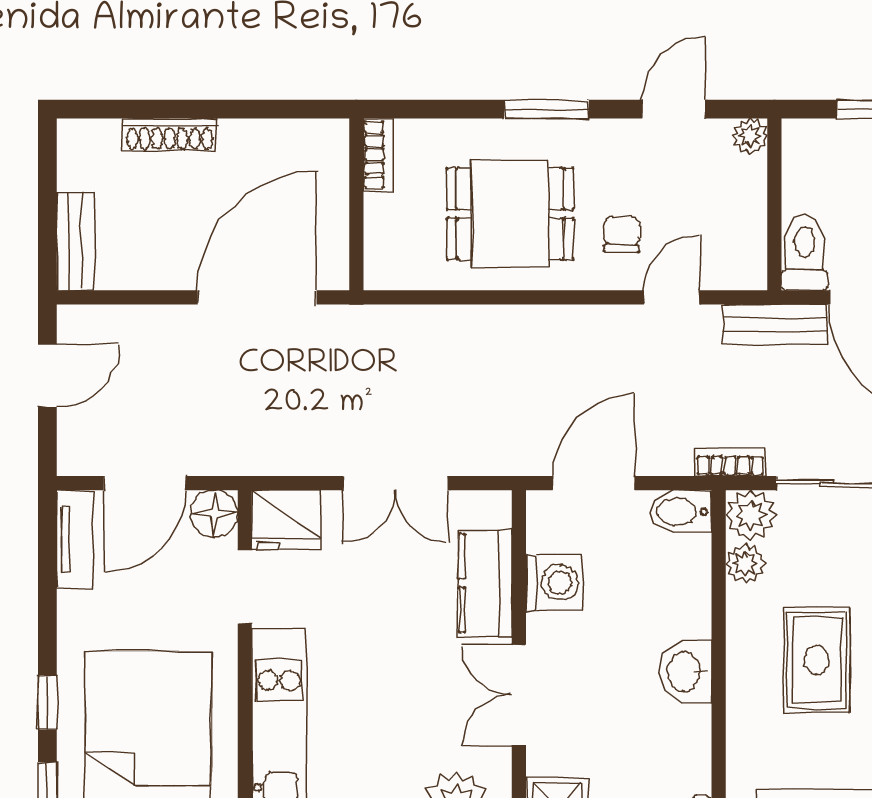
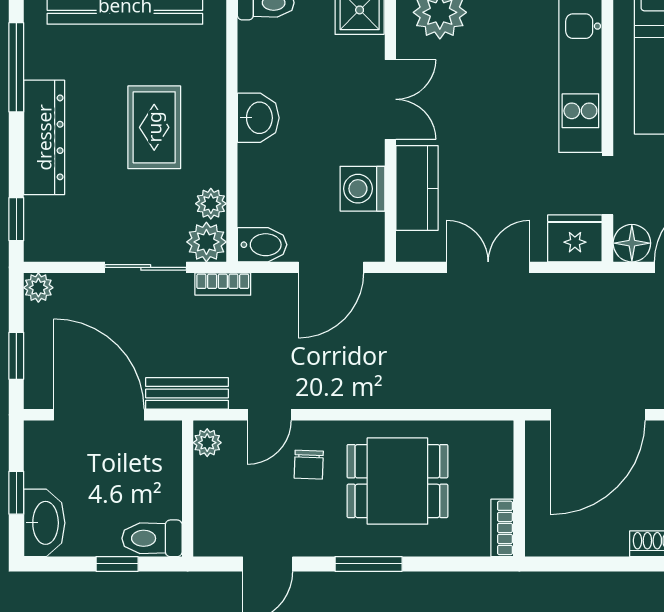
plant: (750, 136) -> (207, 443), moved
toilet: (804, 252) -> (152, 538), moved, turned 90

